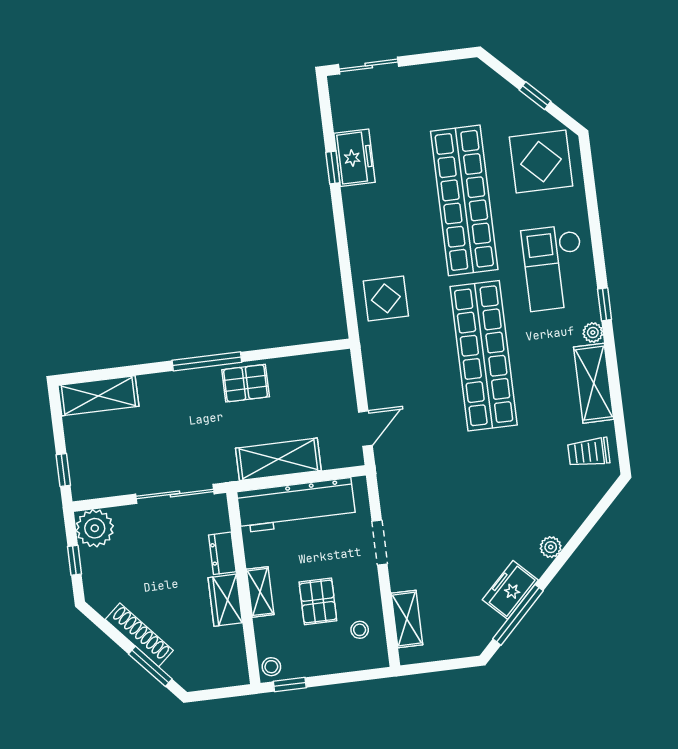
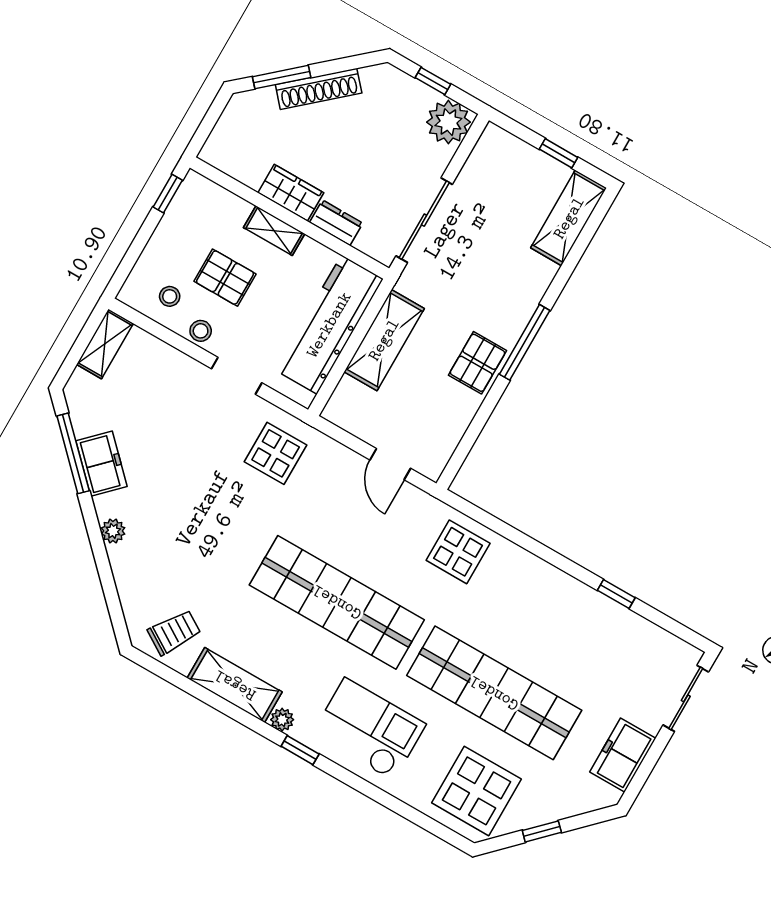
freezer: (354, 158) -> (623, 755), moved, turned 90
door: (365, 429) -> (390, 464), moved
trolley: (589, 452) -> (174, 632), turned 32
window: (63, 470) -> (559, 153), moved
display table: (413, 475) -> (276, 453), added
shelving: (407, 619) -> (105, 344), moved, turned 90
stool: (271, 667) -> (201, 331), moved

